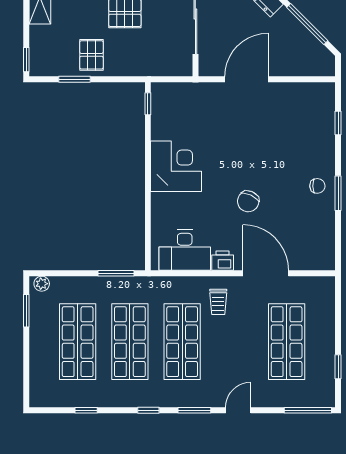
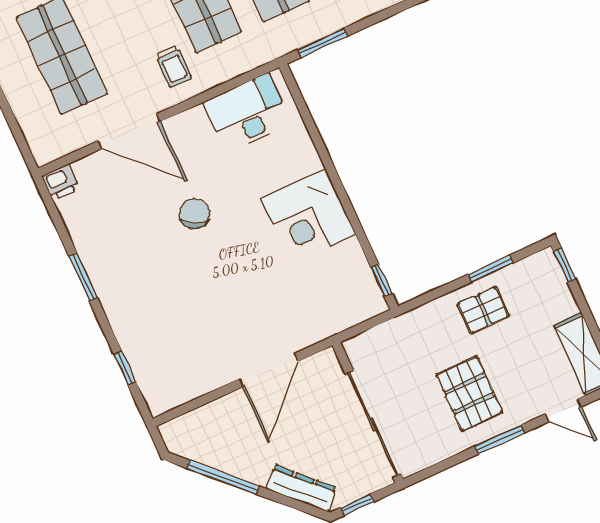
pallet: (91, 55) -> (483, 310), turned 90
chair: (317, 186) -> (114, 274), removed
printer: (223, 261) -> (61, 182), moved
trolley: (218, 302) -> (174, 66), turned 180

